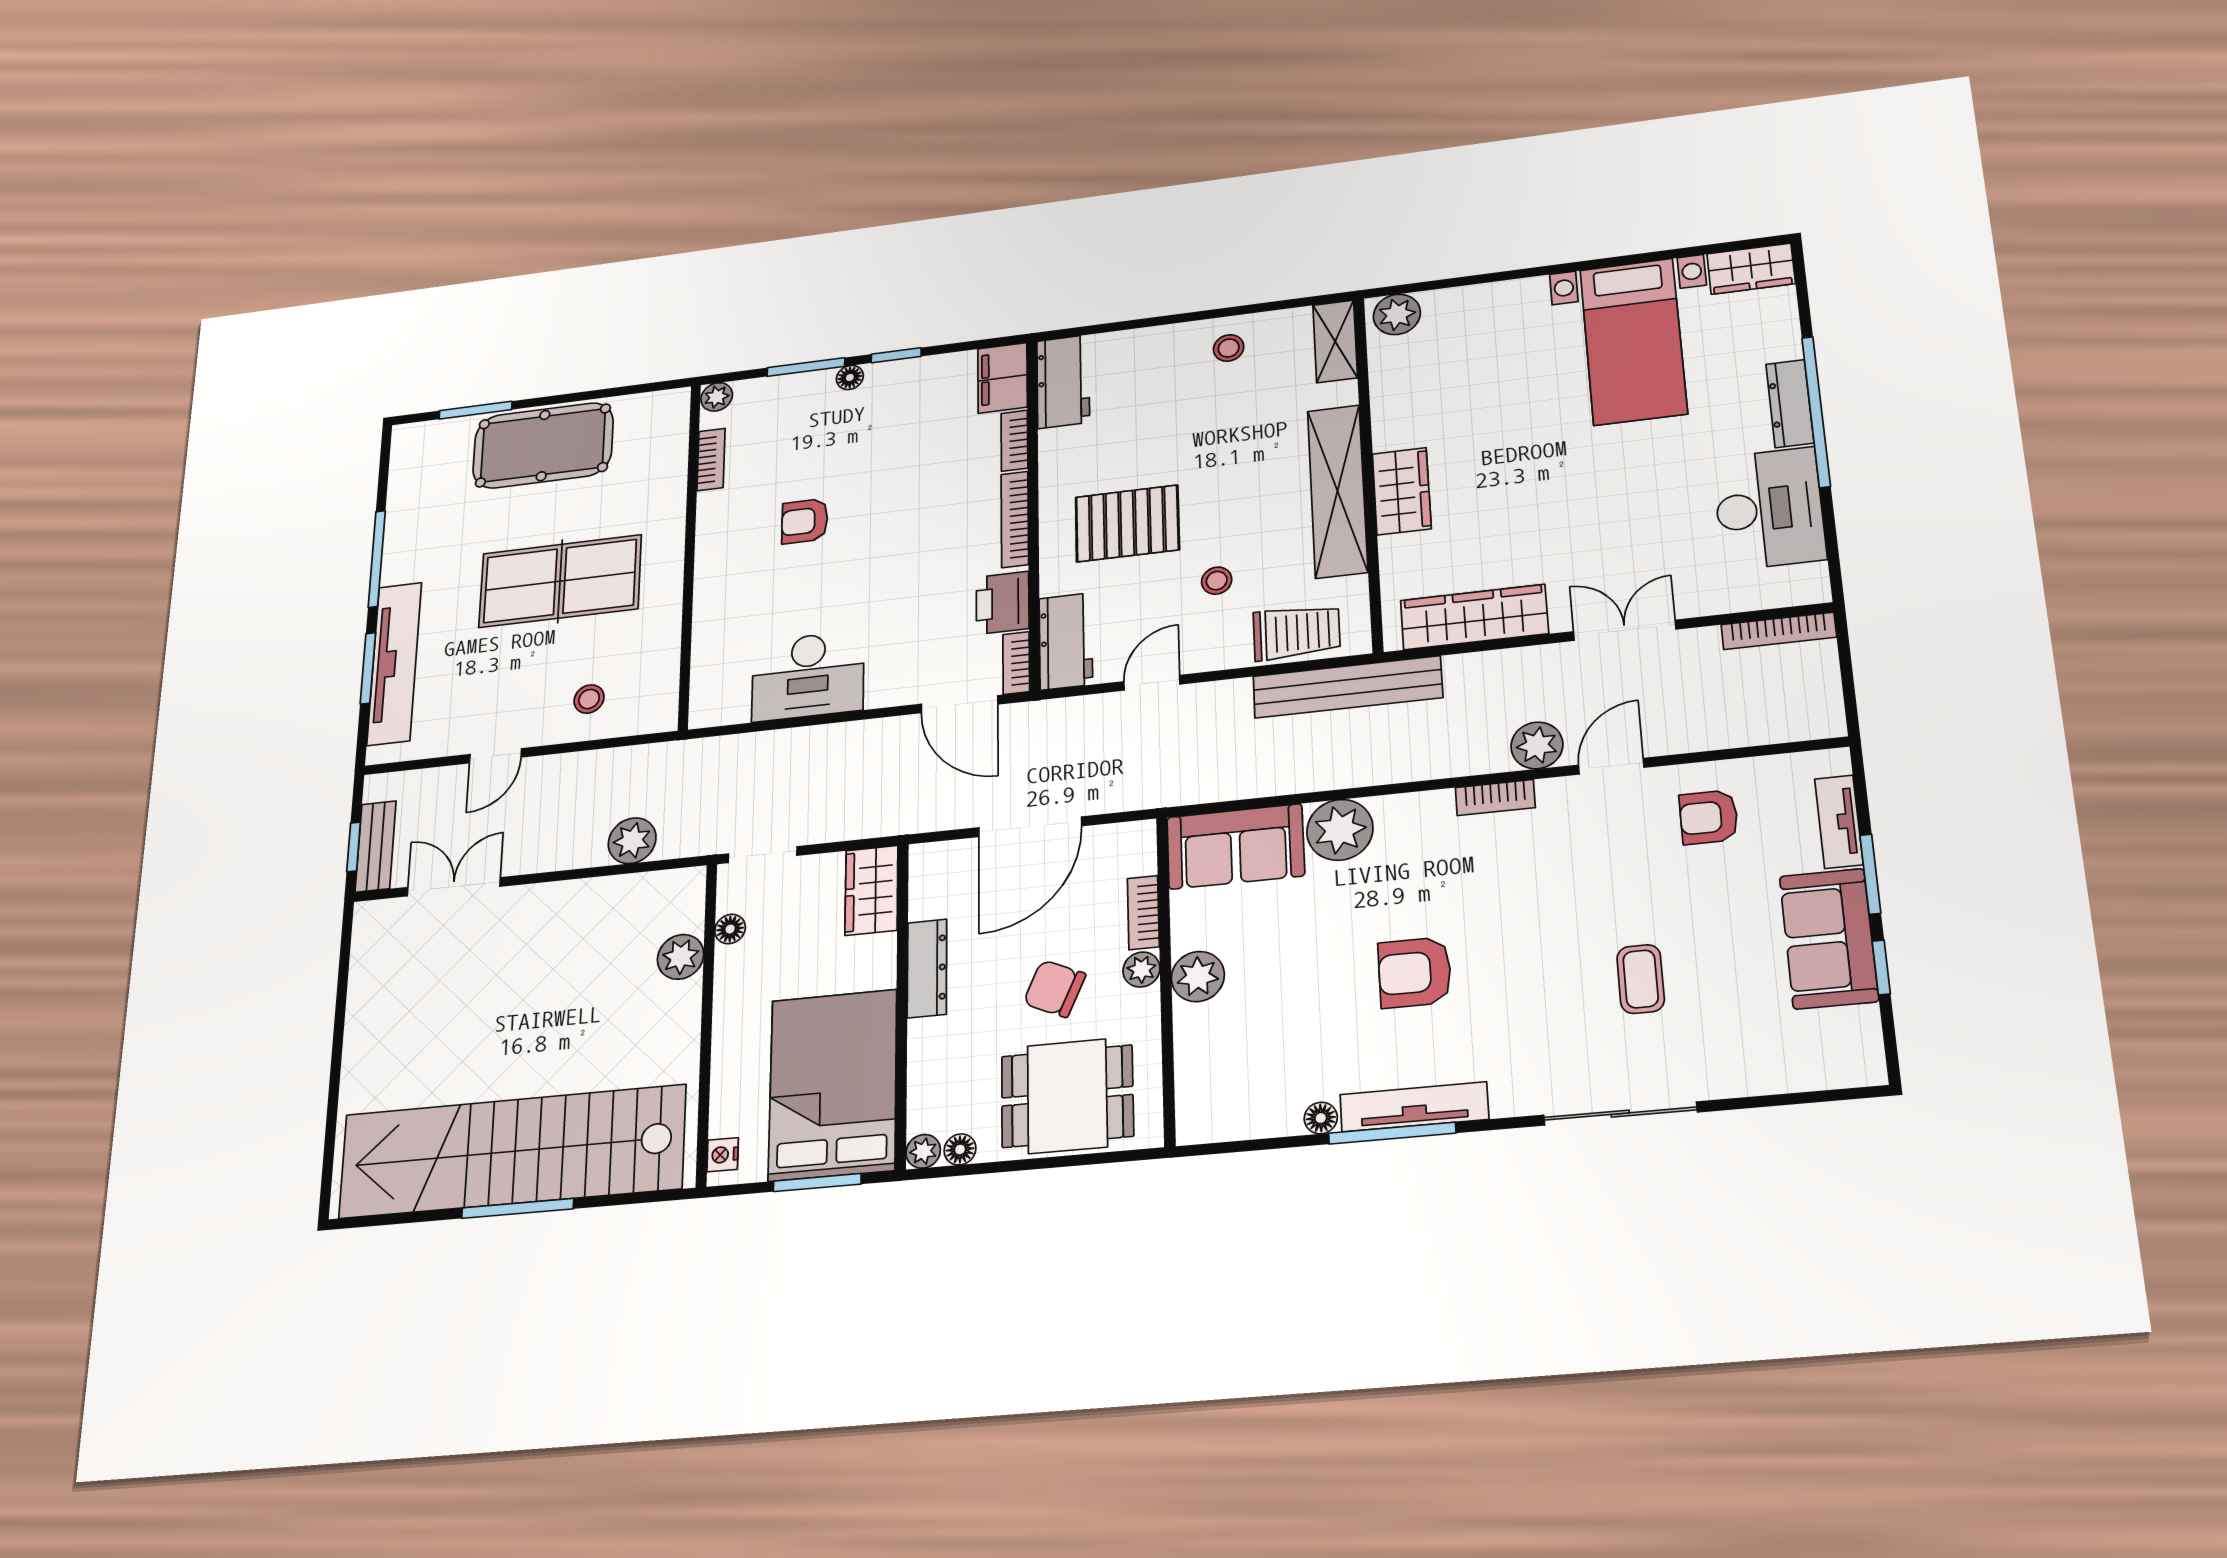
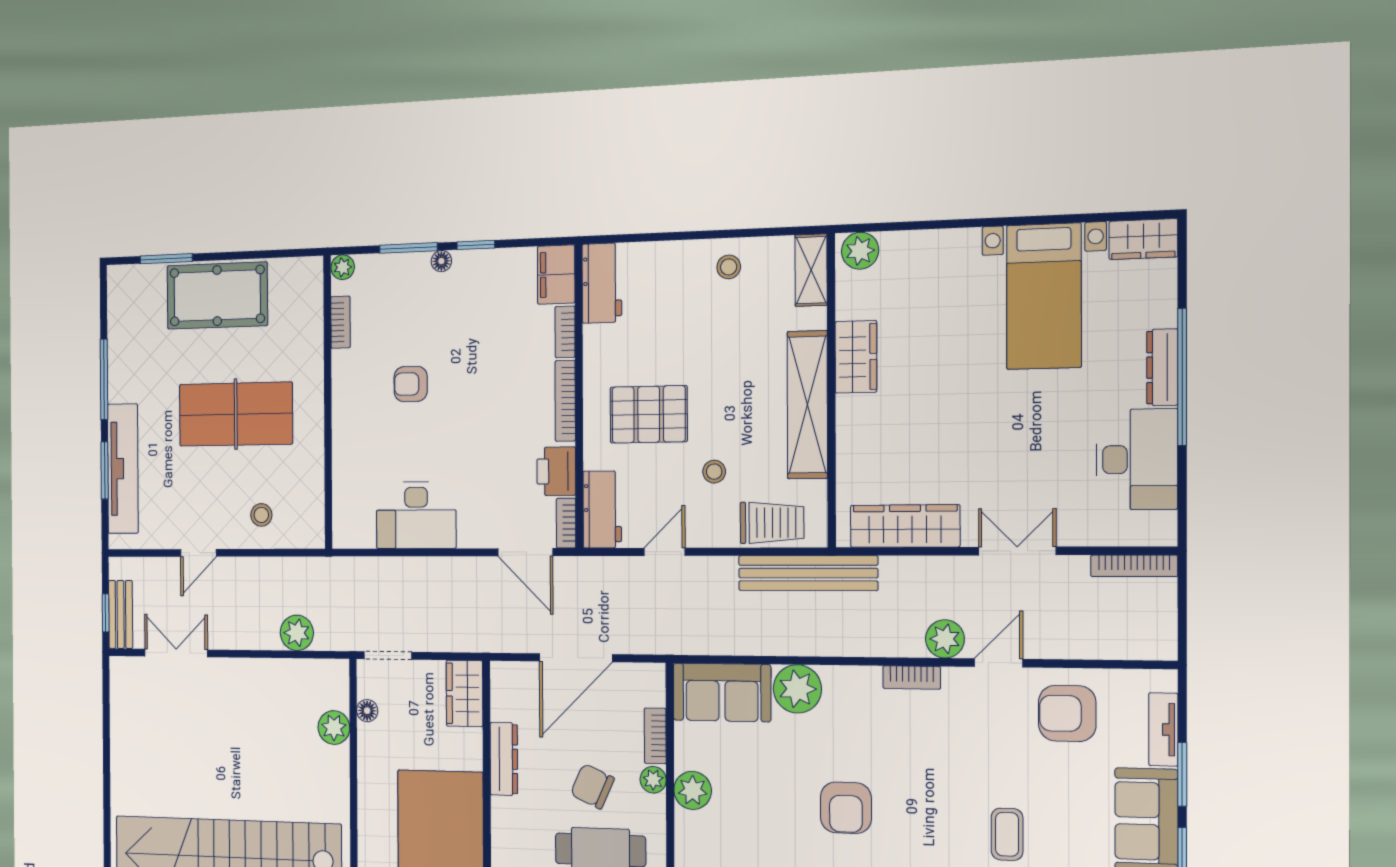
wardrobe: (1402, 491) -> (856, 357), moved
armchair: (1709, 817) -> (1067, 713), width x1.38, depth x1.38
armchair: (1415, 973) -> (846, 808), turned -90

